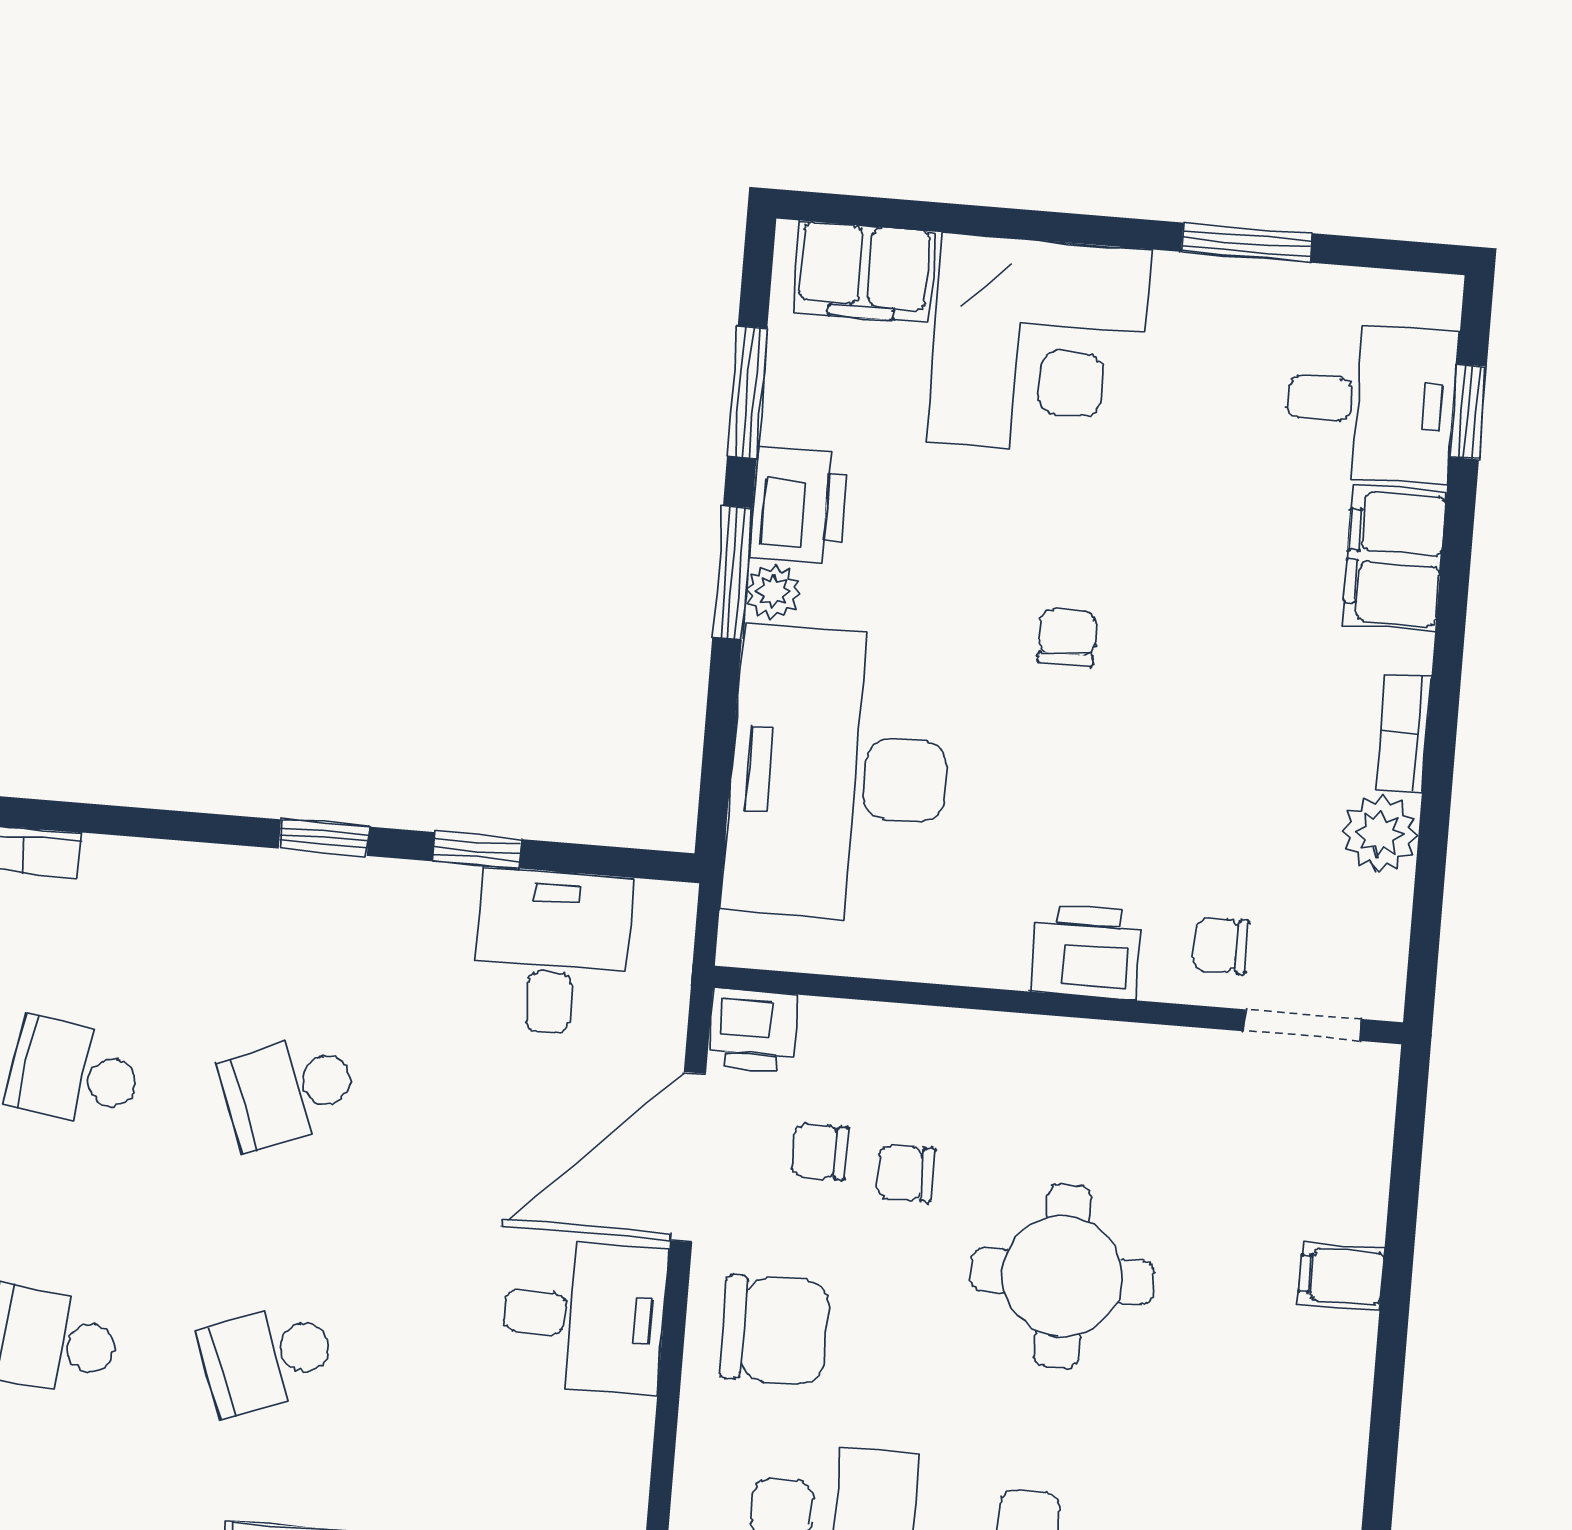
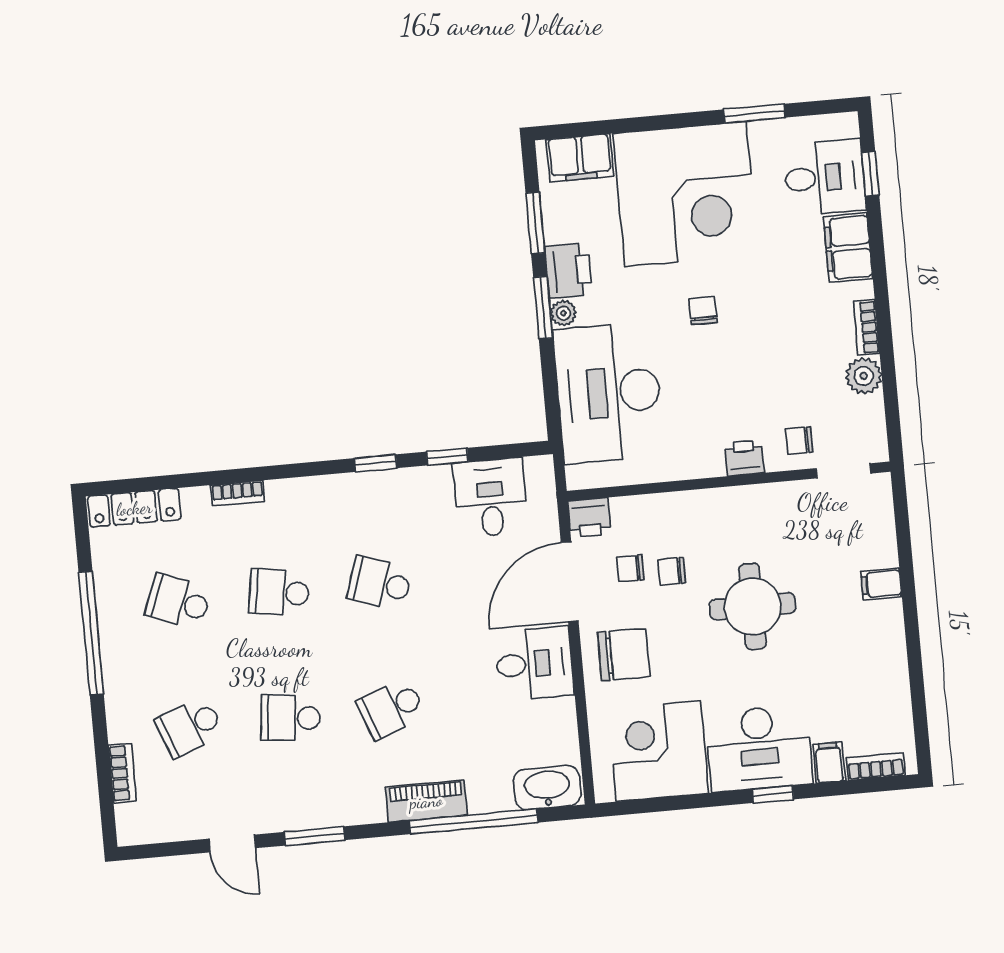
corner desk: (1038, 345) -> (685, 194), width x1.36, depth x1.36
printer: (1087, 952) -> (745, 458), width x0.73, depth x0.81
school desk: (289, 1091) -> (380, 583), turned 39

